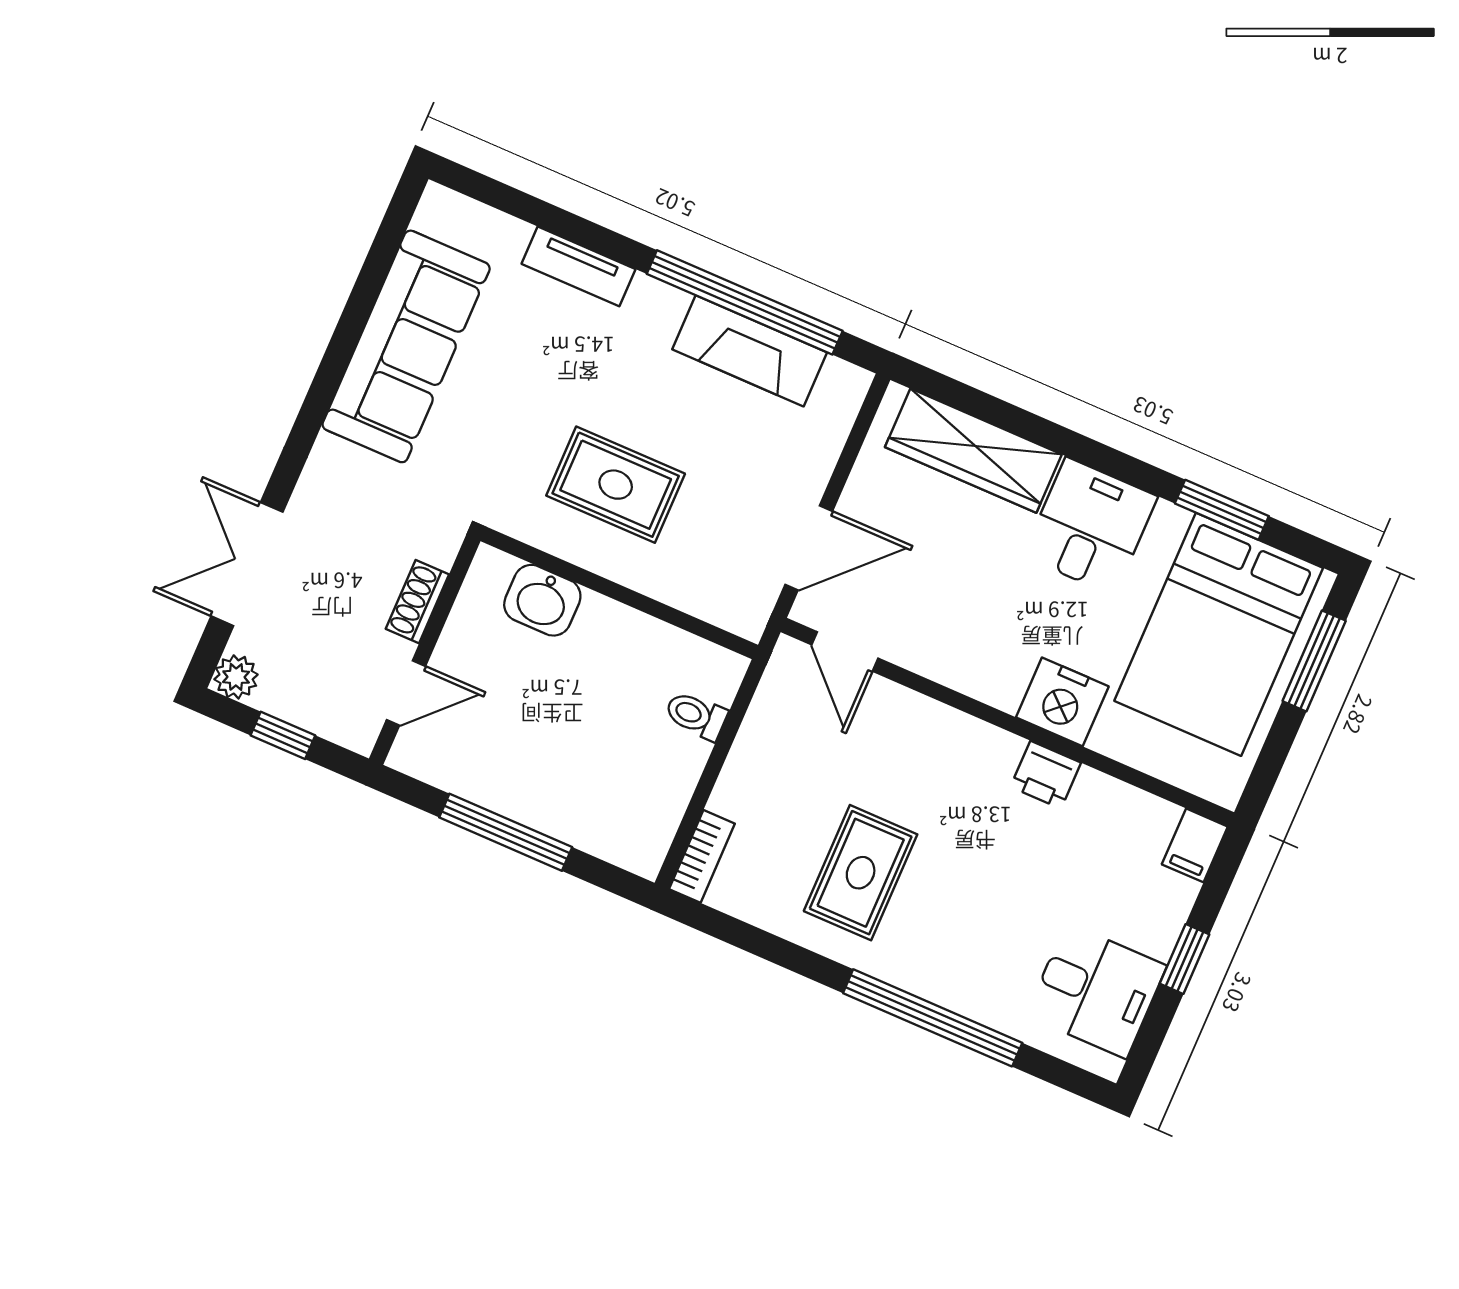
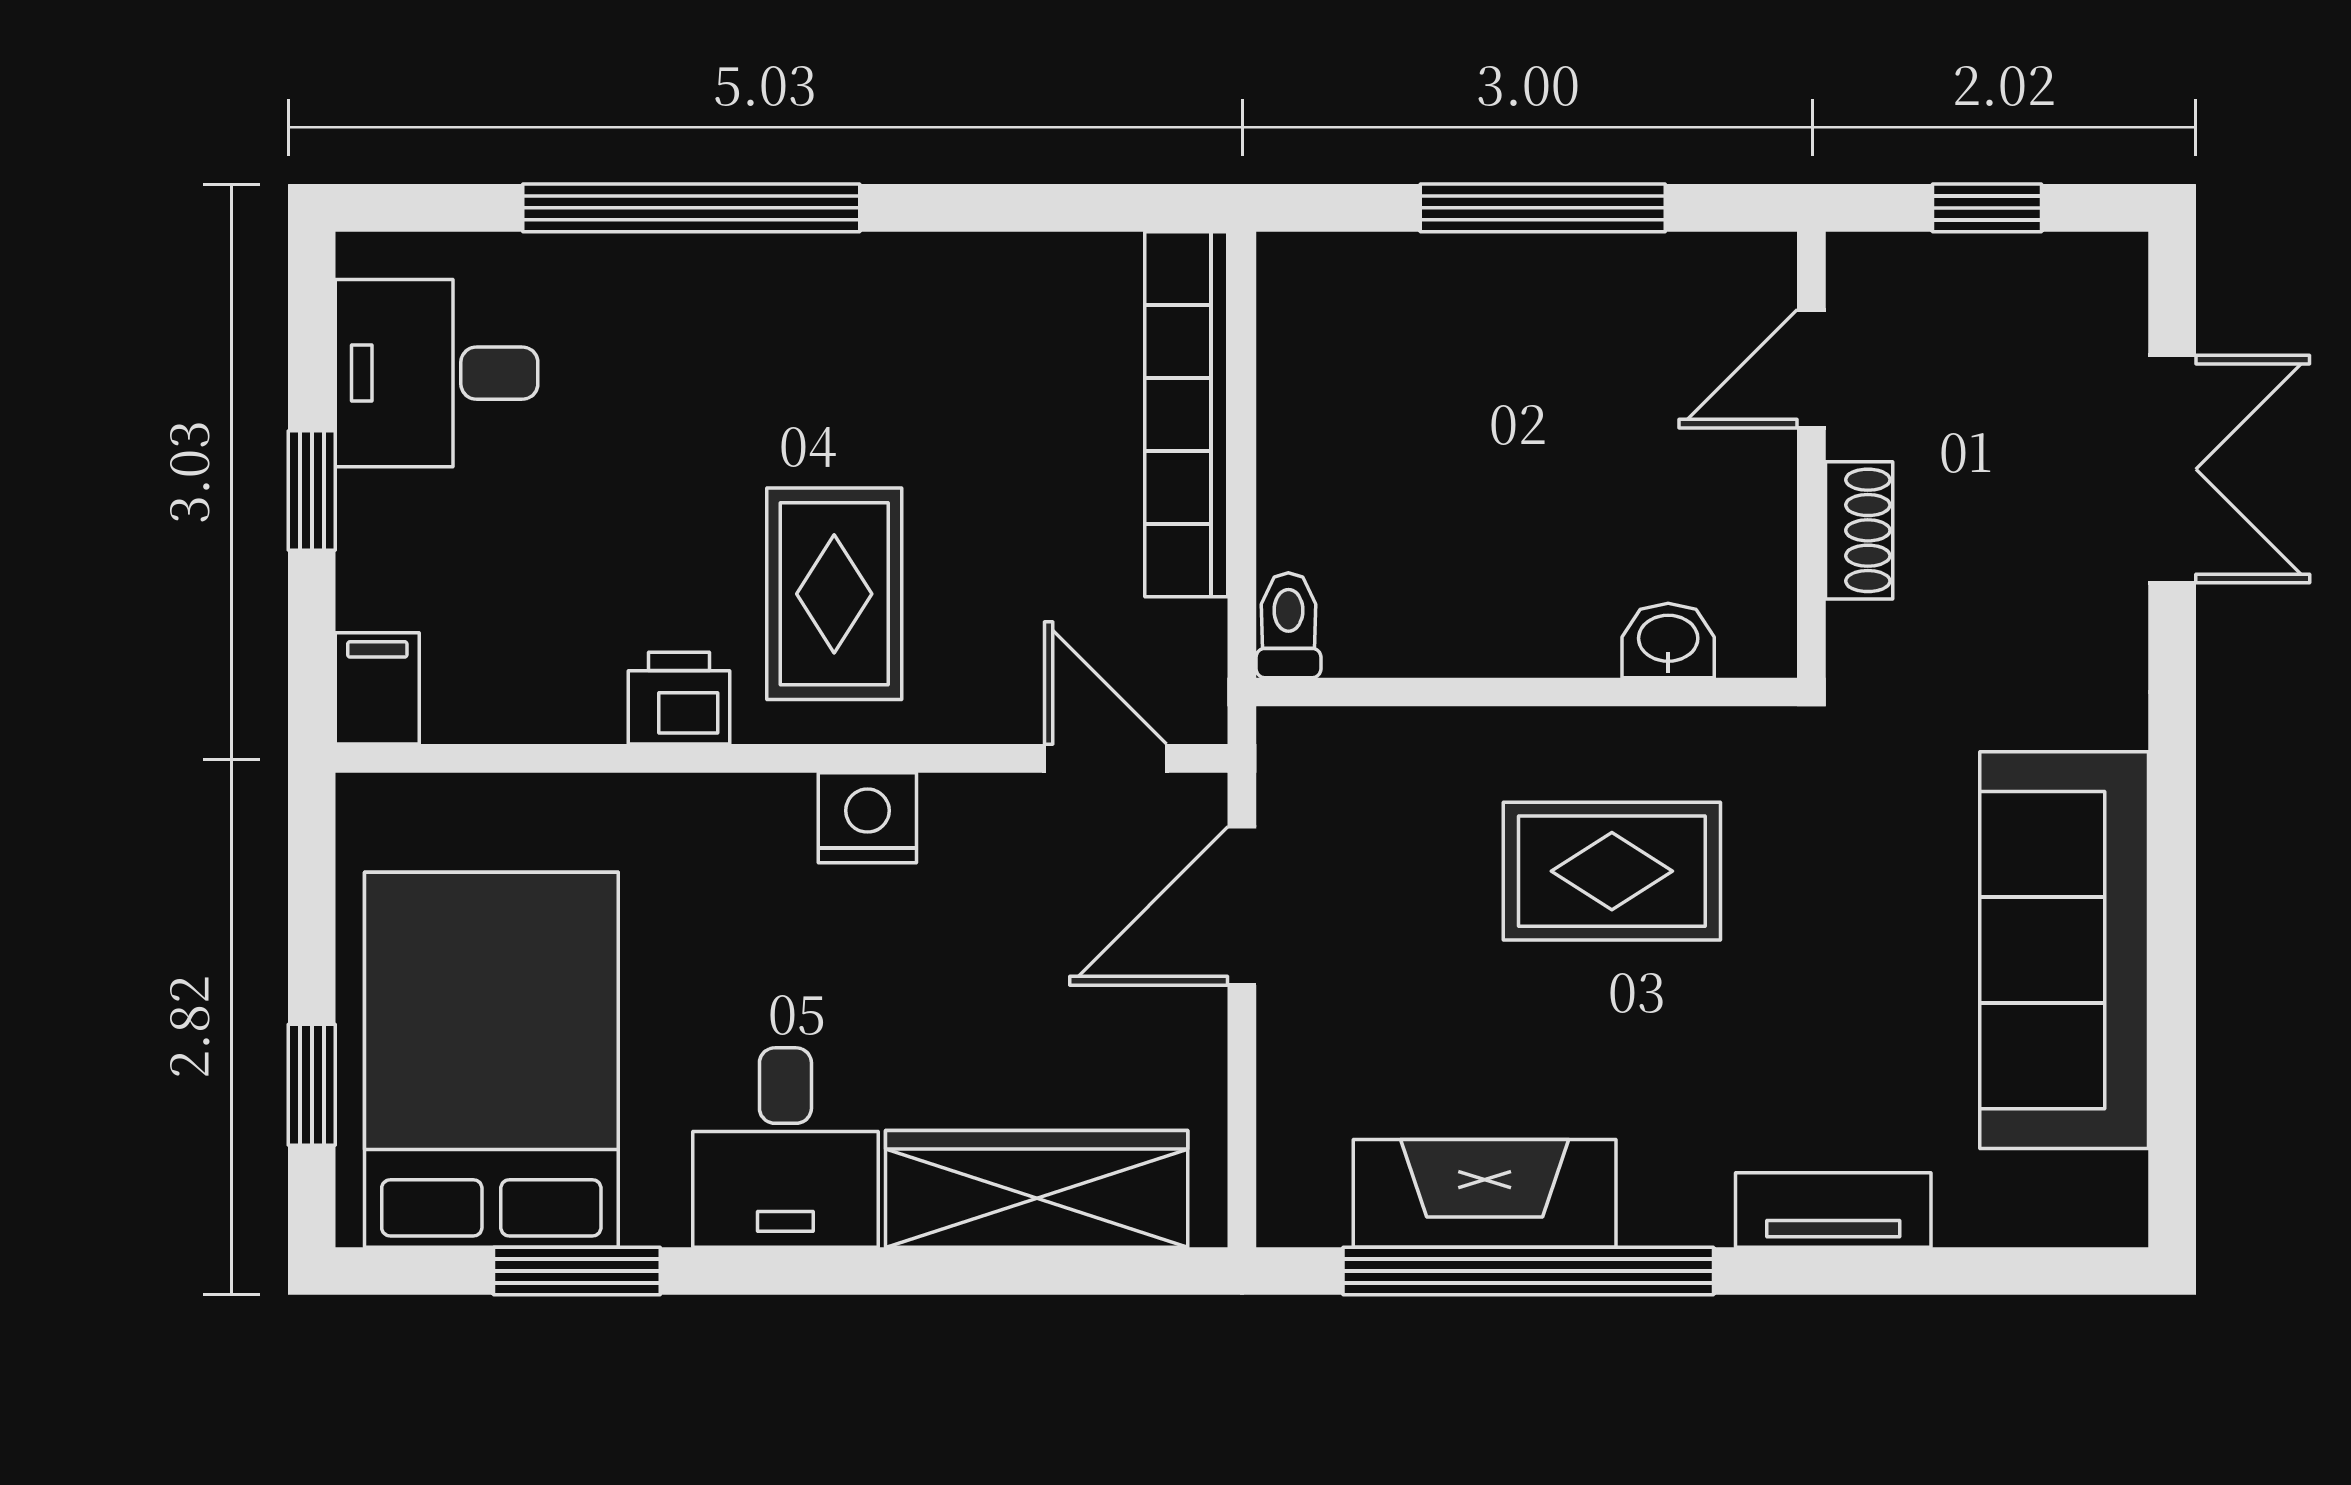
washbasin: (542, 600) -> (1668, 641), width x0.72, depth x0.69
window: (1314, 661) -> (312, 1085), width x0.67
plant: (236, 677) -> (2108, 272), removed
nightstand: (1062, 702) -> (867, 818), moved, width x0.74, depth x0.75
toilet: (696, 715) -> (1288, 625), moved, turned -90
bookcase: (702, 856) -> (1186, 414), width x2.31, depth x1.31
rug: (861, 873) -> (834, 594), moved

